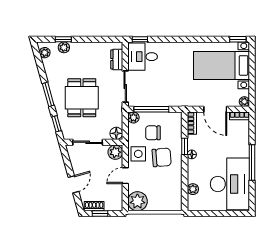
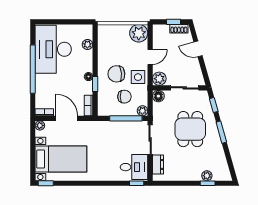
plant: (45, 53) -> (225, 171), removed
window: (252, 162) -> (33, 69), width x1.46
door: (74, 184) -> (198, 49), hinge flipped

